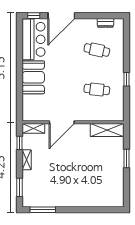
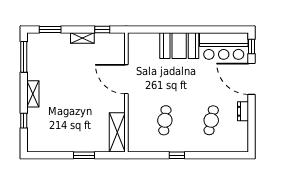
dresser: (105, 23) -> (243, 111), moved
shelving: (33, 128) -> (33, 94), moved
window: (97, 210) -> (24, 121), added

